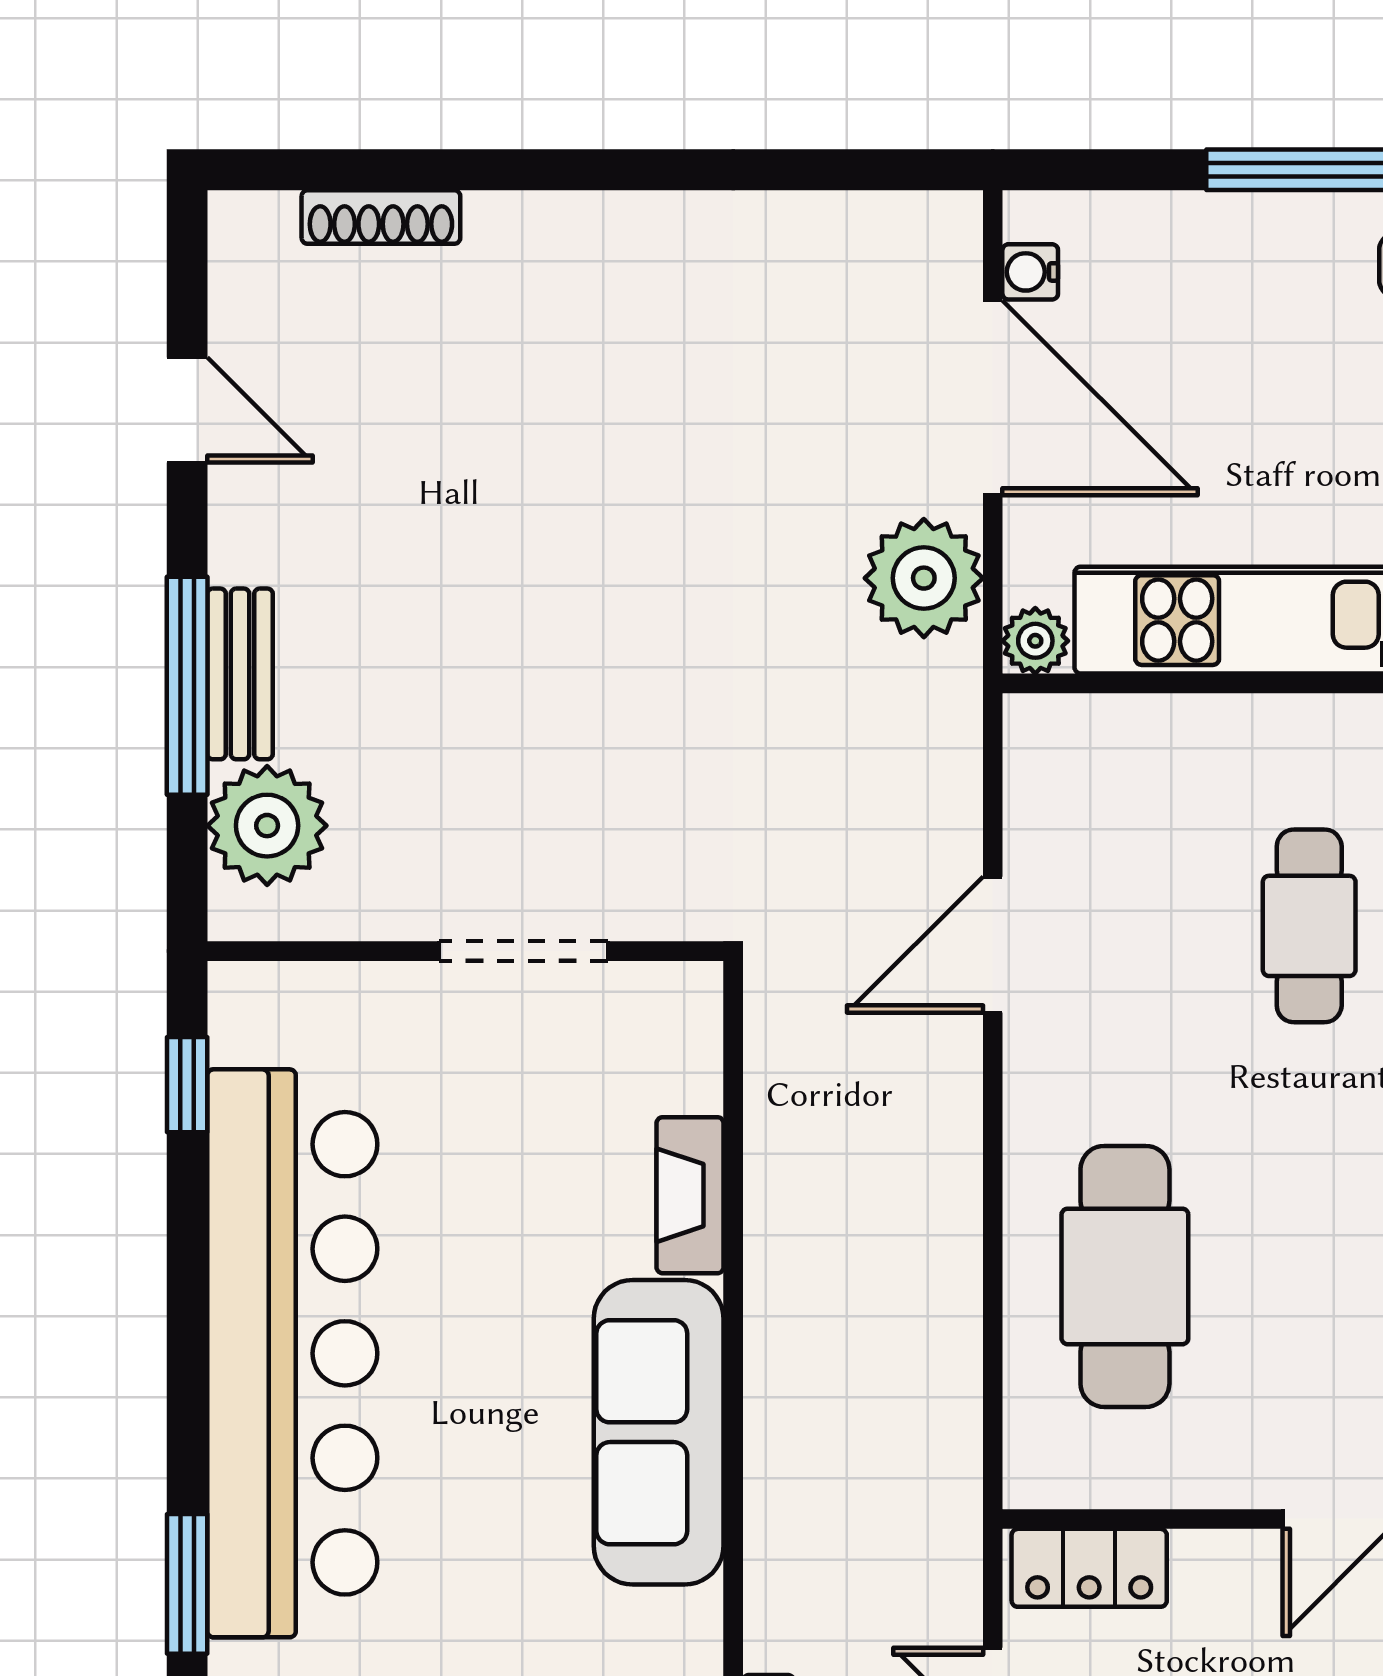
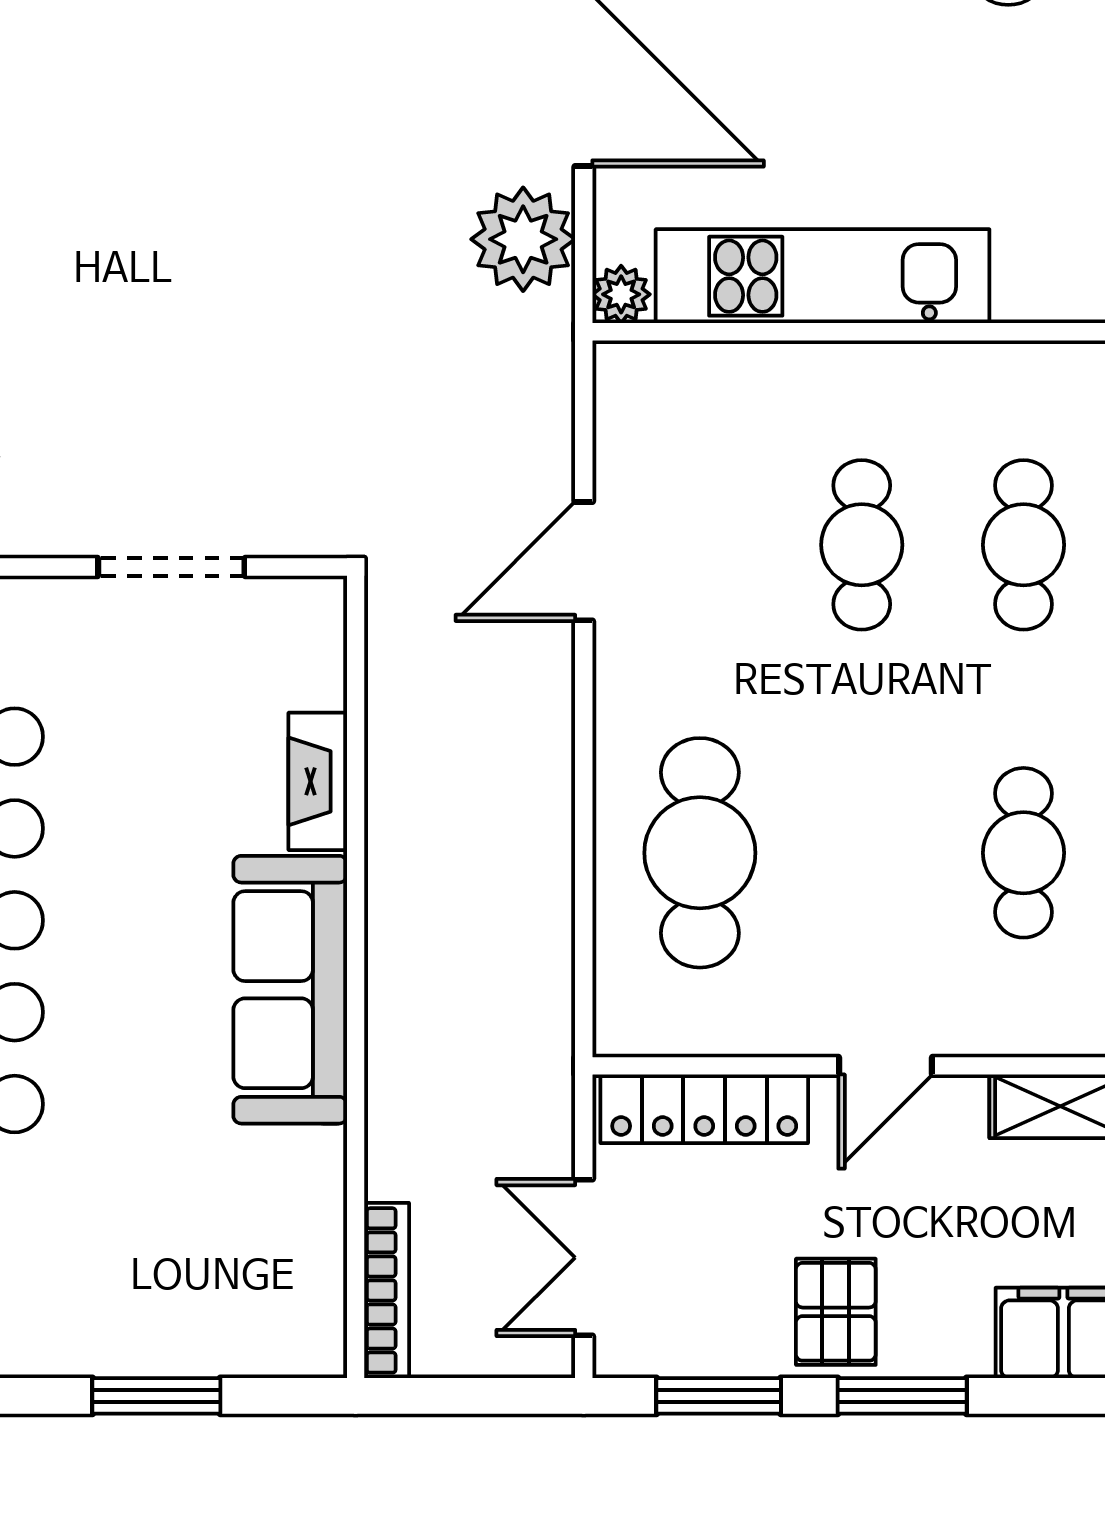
locker: (1089, 1568) -> (704, 1109), width x1.53

